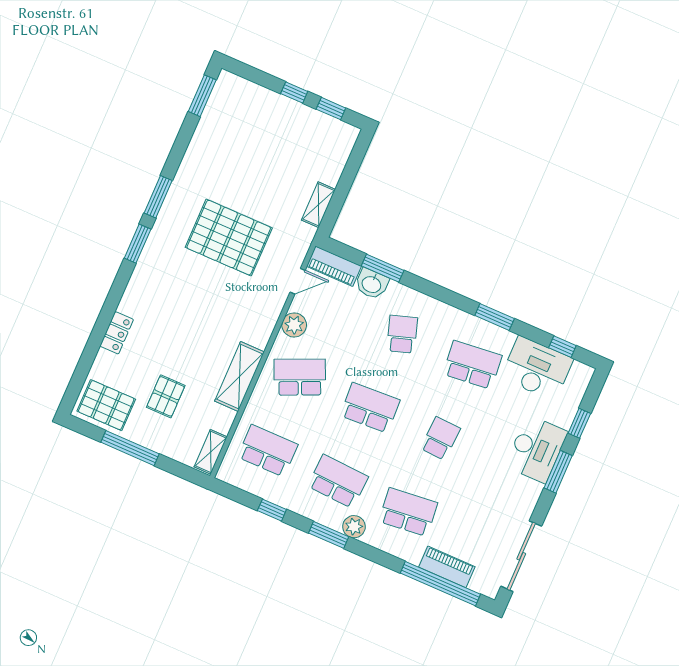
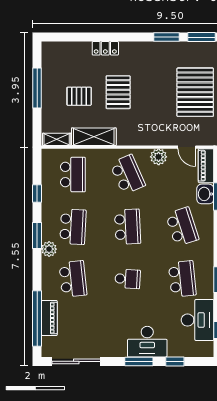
school desk: (402, 334) -> (182, 227), width x1.85
shelving: (239, 377) -> (94, 137), moved
pallet: (106, 405) -> (118, 92), moved

